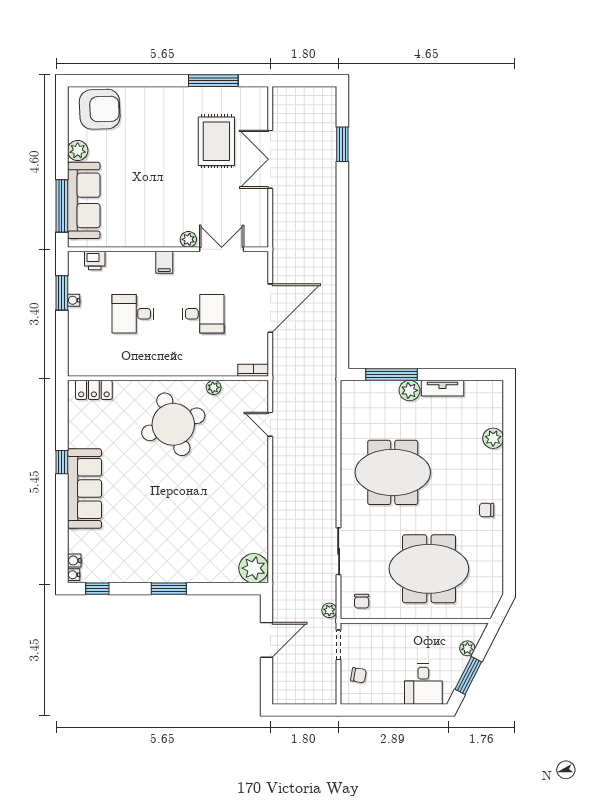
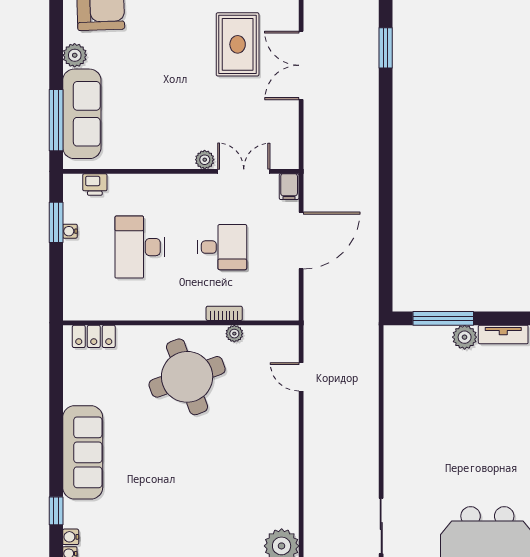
filing cabinet: (164, 262) -> (289, 187), moved
desk: (133, 314) -> (140, 247), width x1.37
bookcase: (253, 370) -> (224, 313), moved
window: (62, 462) -> (56, 511), moved
meeting table: (393, 472) -> (445, 433), removed

